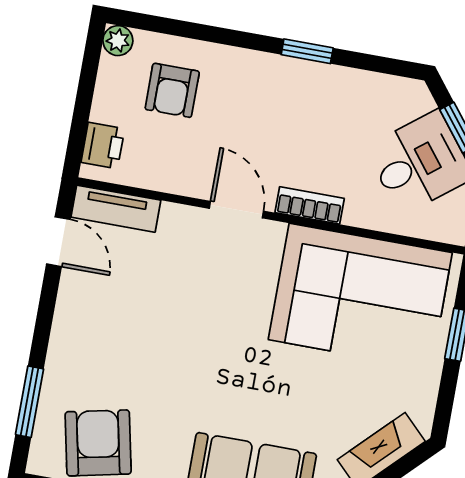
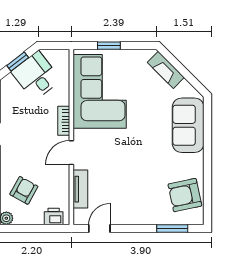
armchair: (172, 90) -> (24, 190), turned -61
tv unit: (116, 209) -> (80, 189), moved

